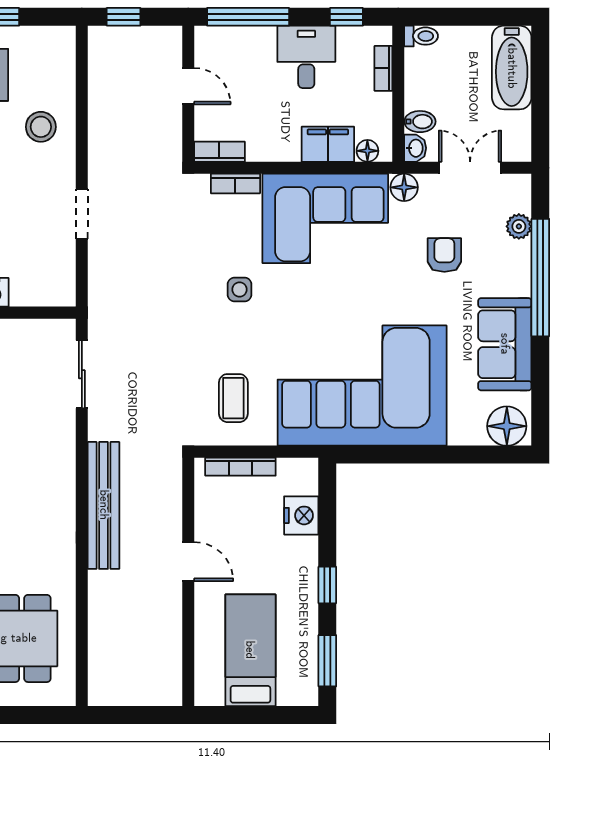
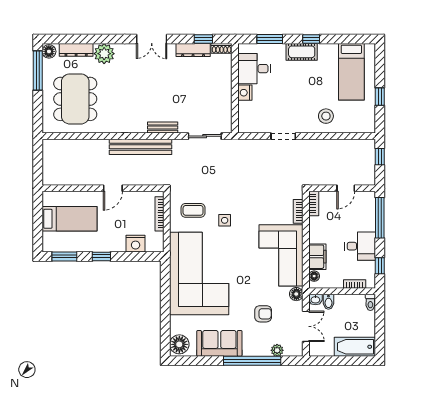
side table: (240, 289) -> (225, 220), moved
bench: (64, 460) -> (163, 128), added

